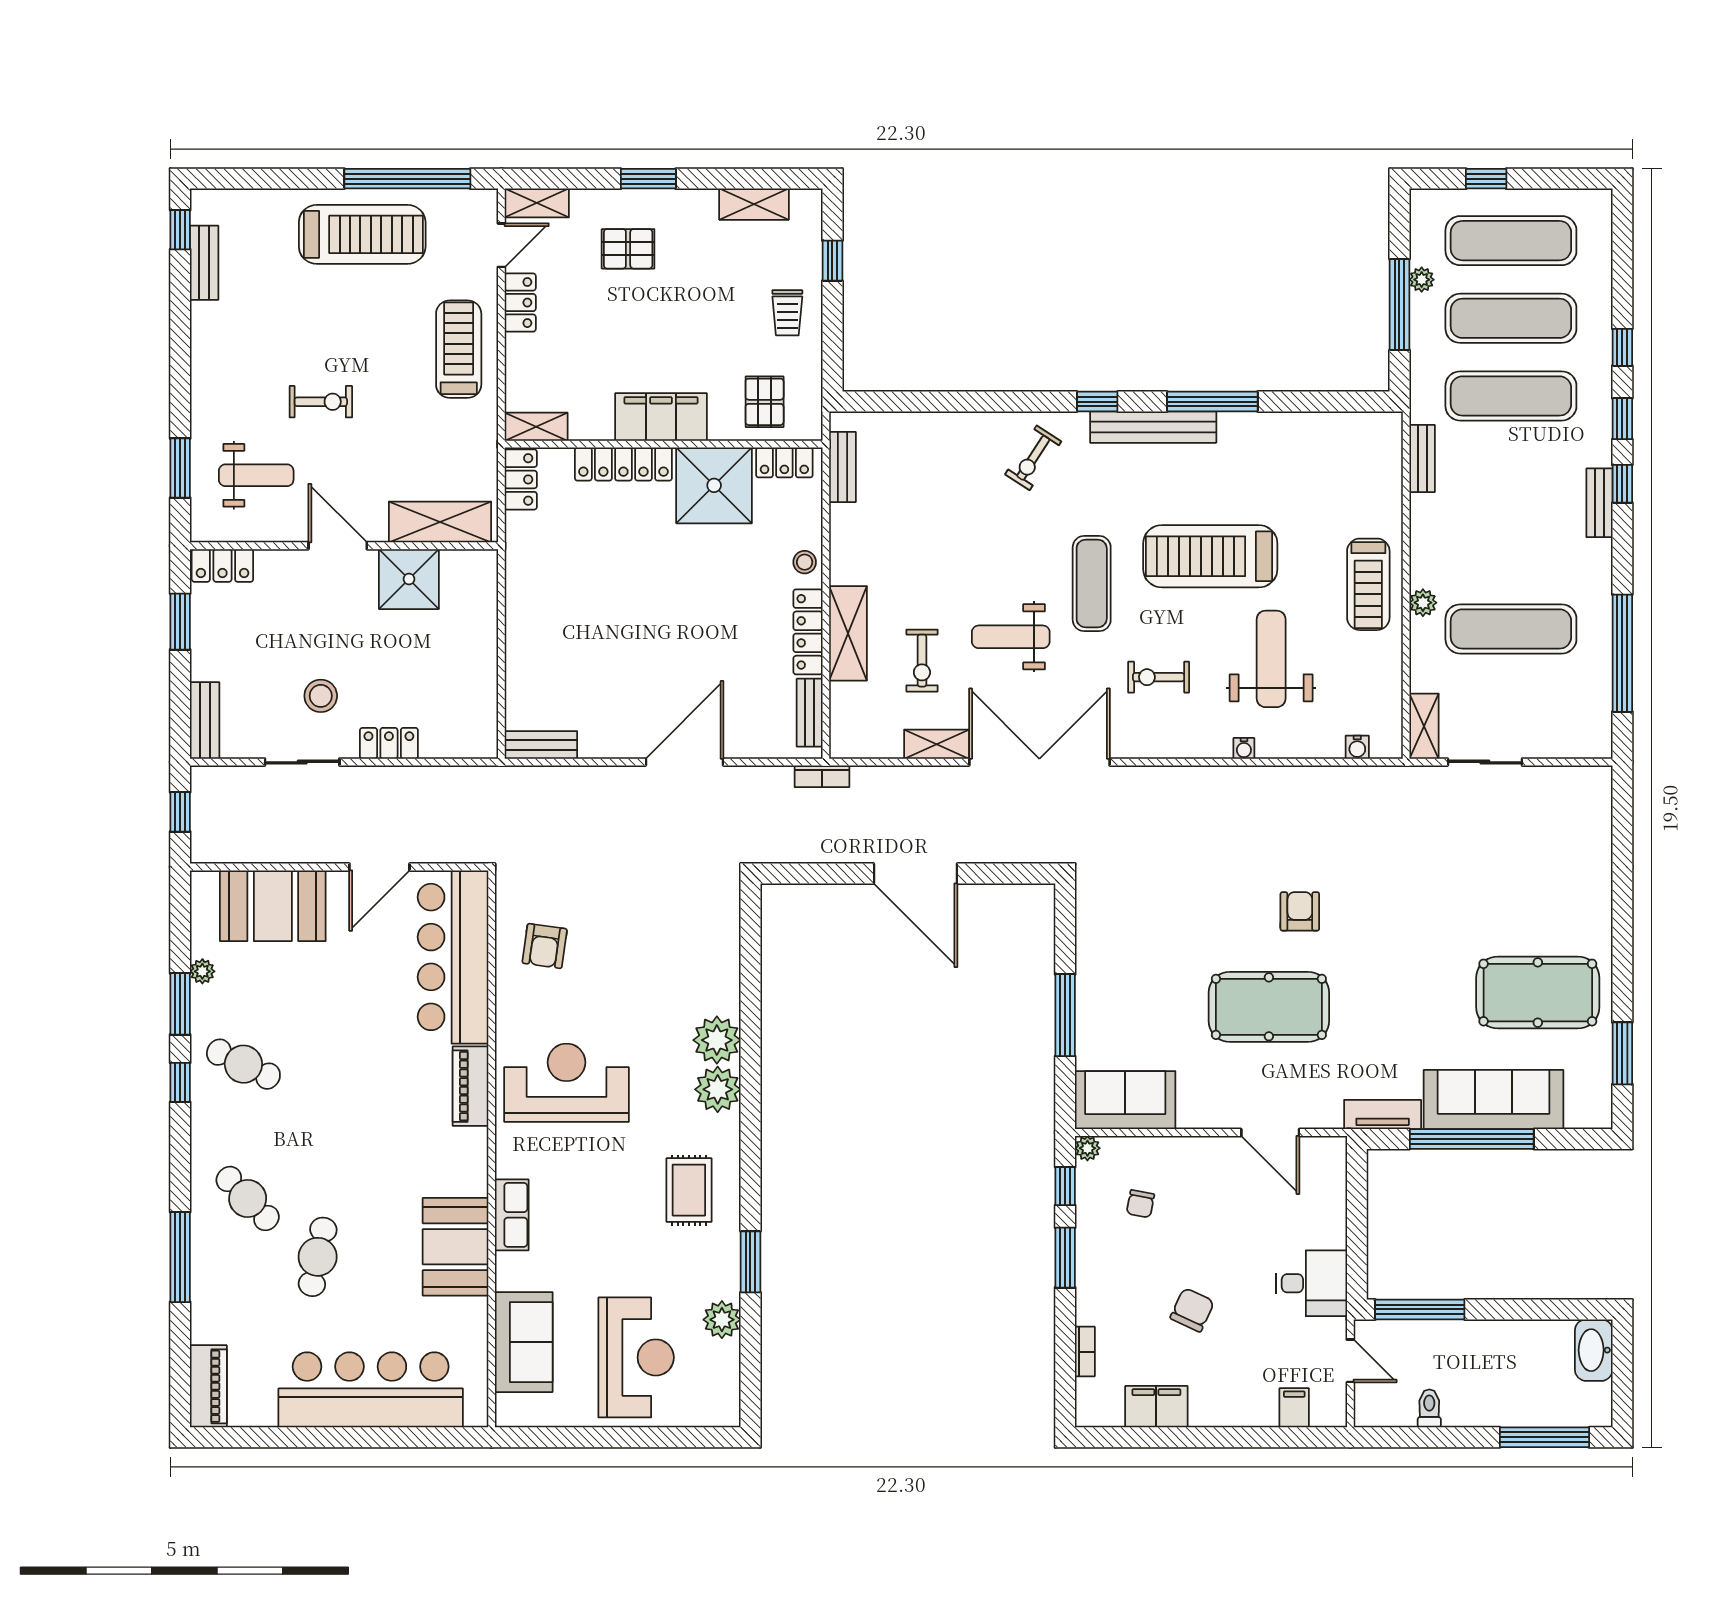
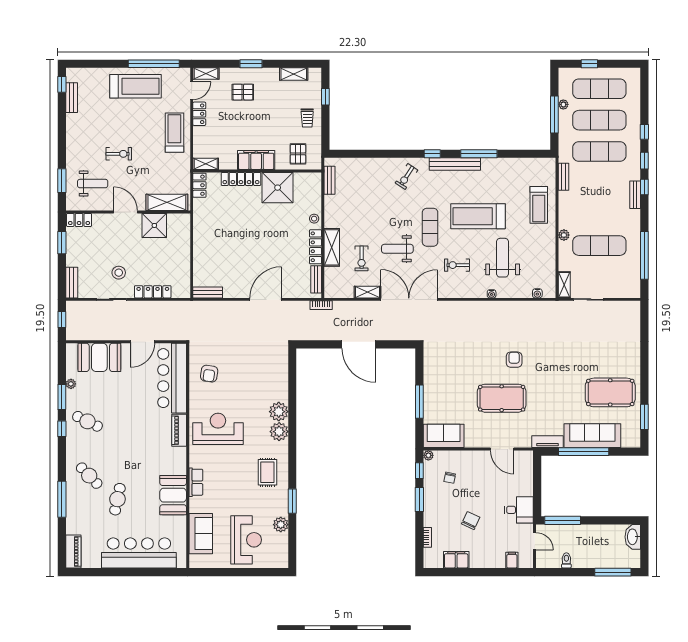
locker: (784, 462) -> (306, 178), removed
treadmill: (1368, 584) -> (539, 205), moved
locker: (389, 743) -> (153, 292), width x1.53

